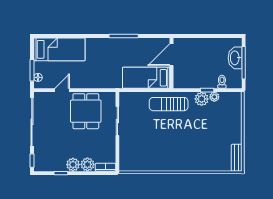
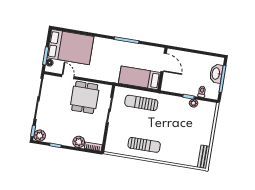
bed: (59, 49) -> (70, 47), width x1.50
door: (171, 55) -> (164, 62), swing flipped
door: (62, 90) -> (68, 77), hinge flipped
plant: (202, 99) -> (183, 103), removed
sun lounger: (169, 104) -> (141, 103), moved
sun lounger: (165, 155) -> (144, 145), added
plant: (73, 165) -> (40, 136), moved

